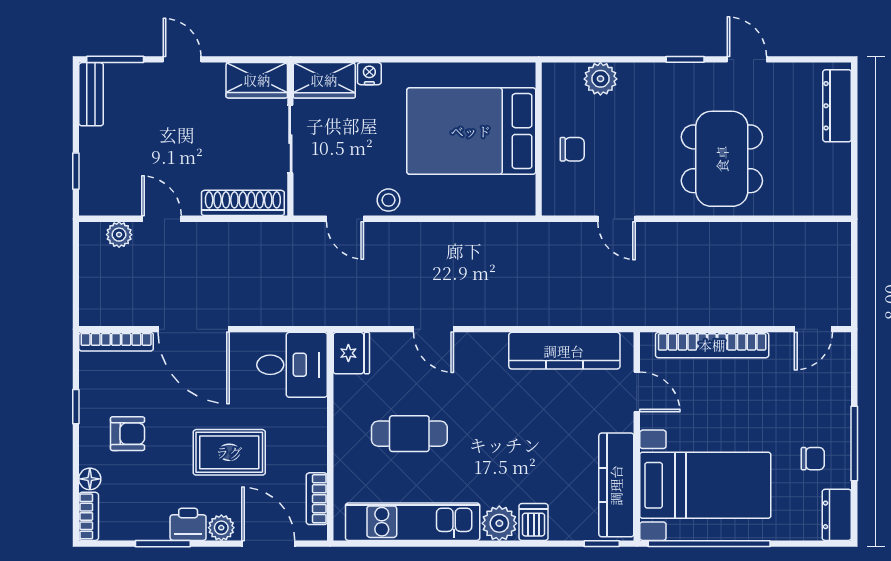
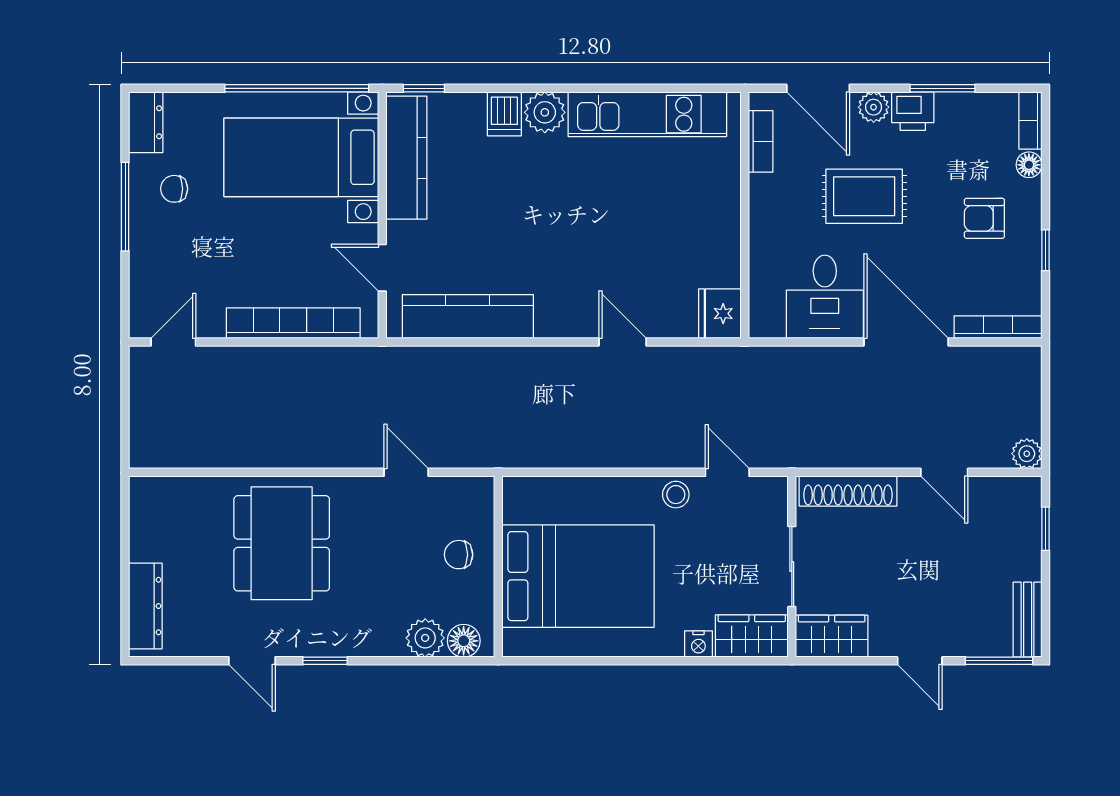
floor lamp: (568, 76) -> (464, 641), added
plant: (119, 235) -> (1027, 454), moved
desk: (292, 365) -> (825, 297), moved, turned -90
cafe table: (409, 434) -> (651, 218), removed

